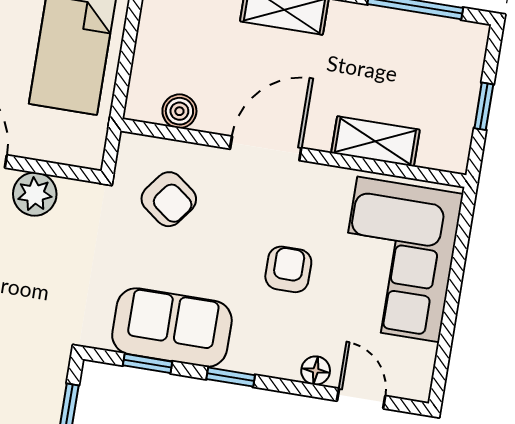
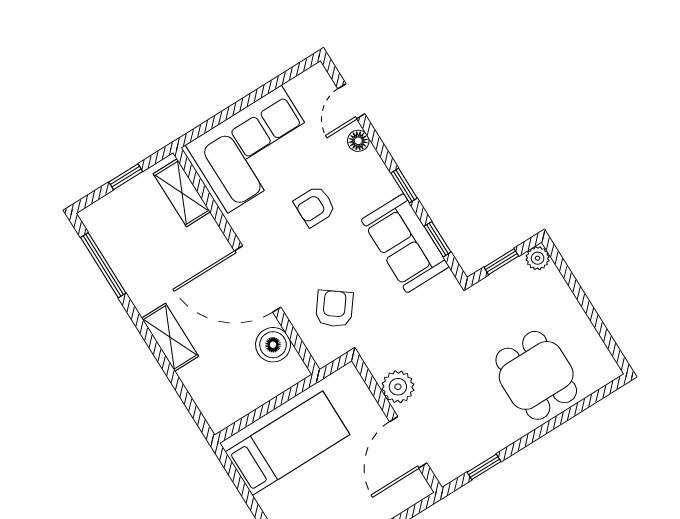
boiler: (179, 111) -> (273, 345), width x1.36, depth x1.36
shelving: (375, 141) -> (182, 193), moved
door: (266, 148) -> (258, 279), width x1.36

